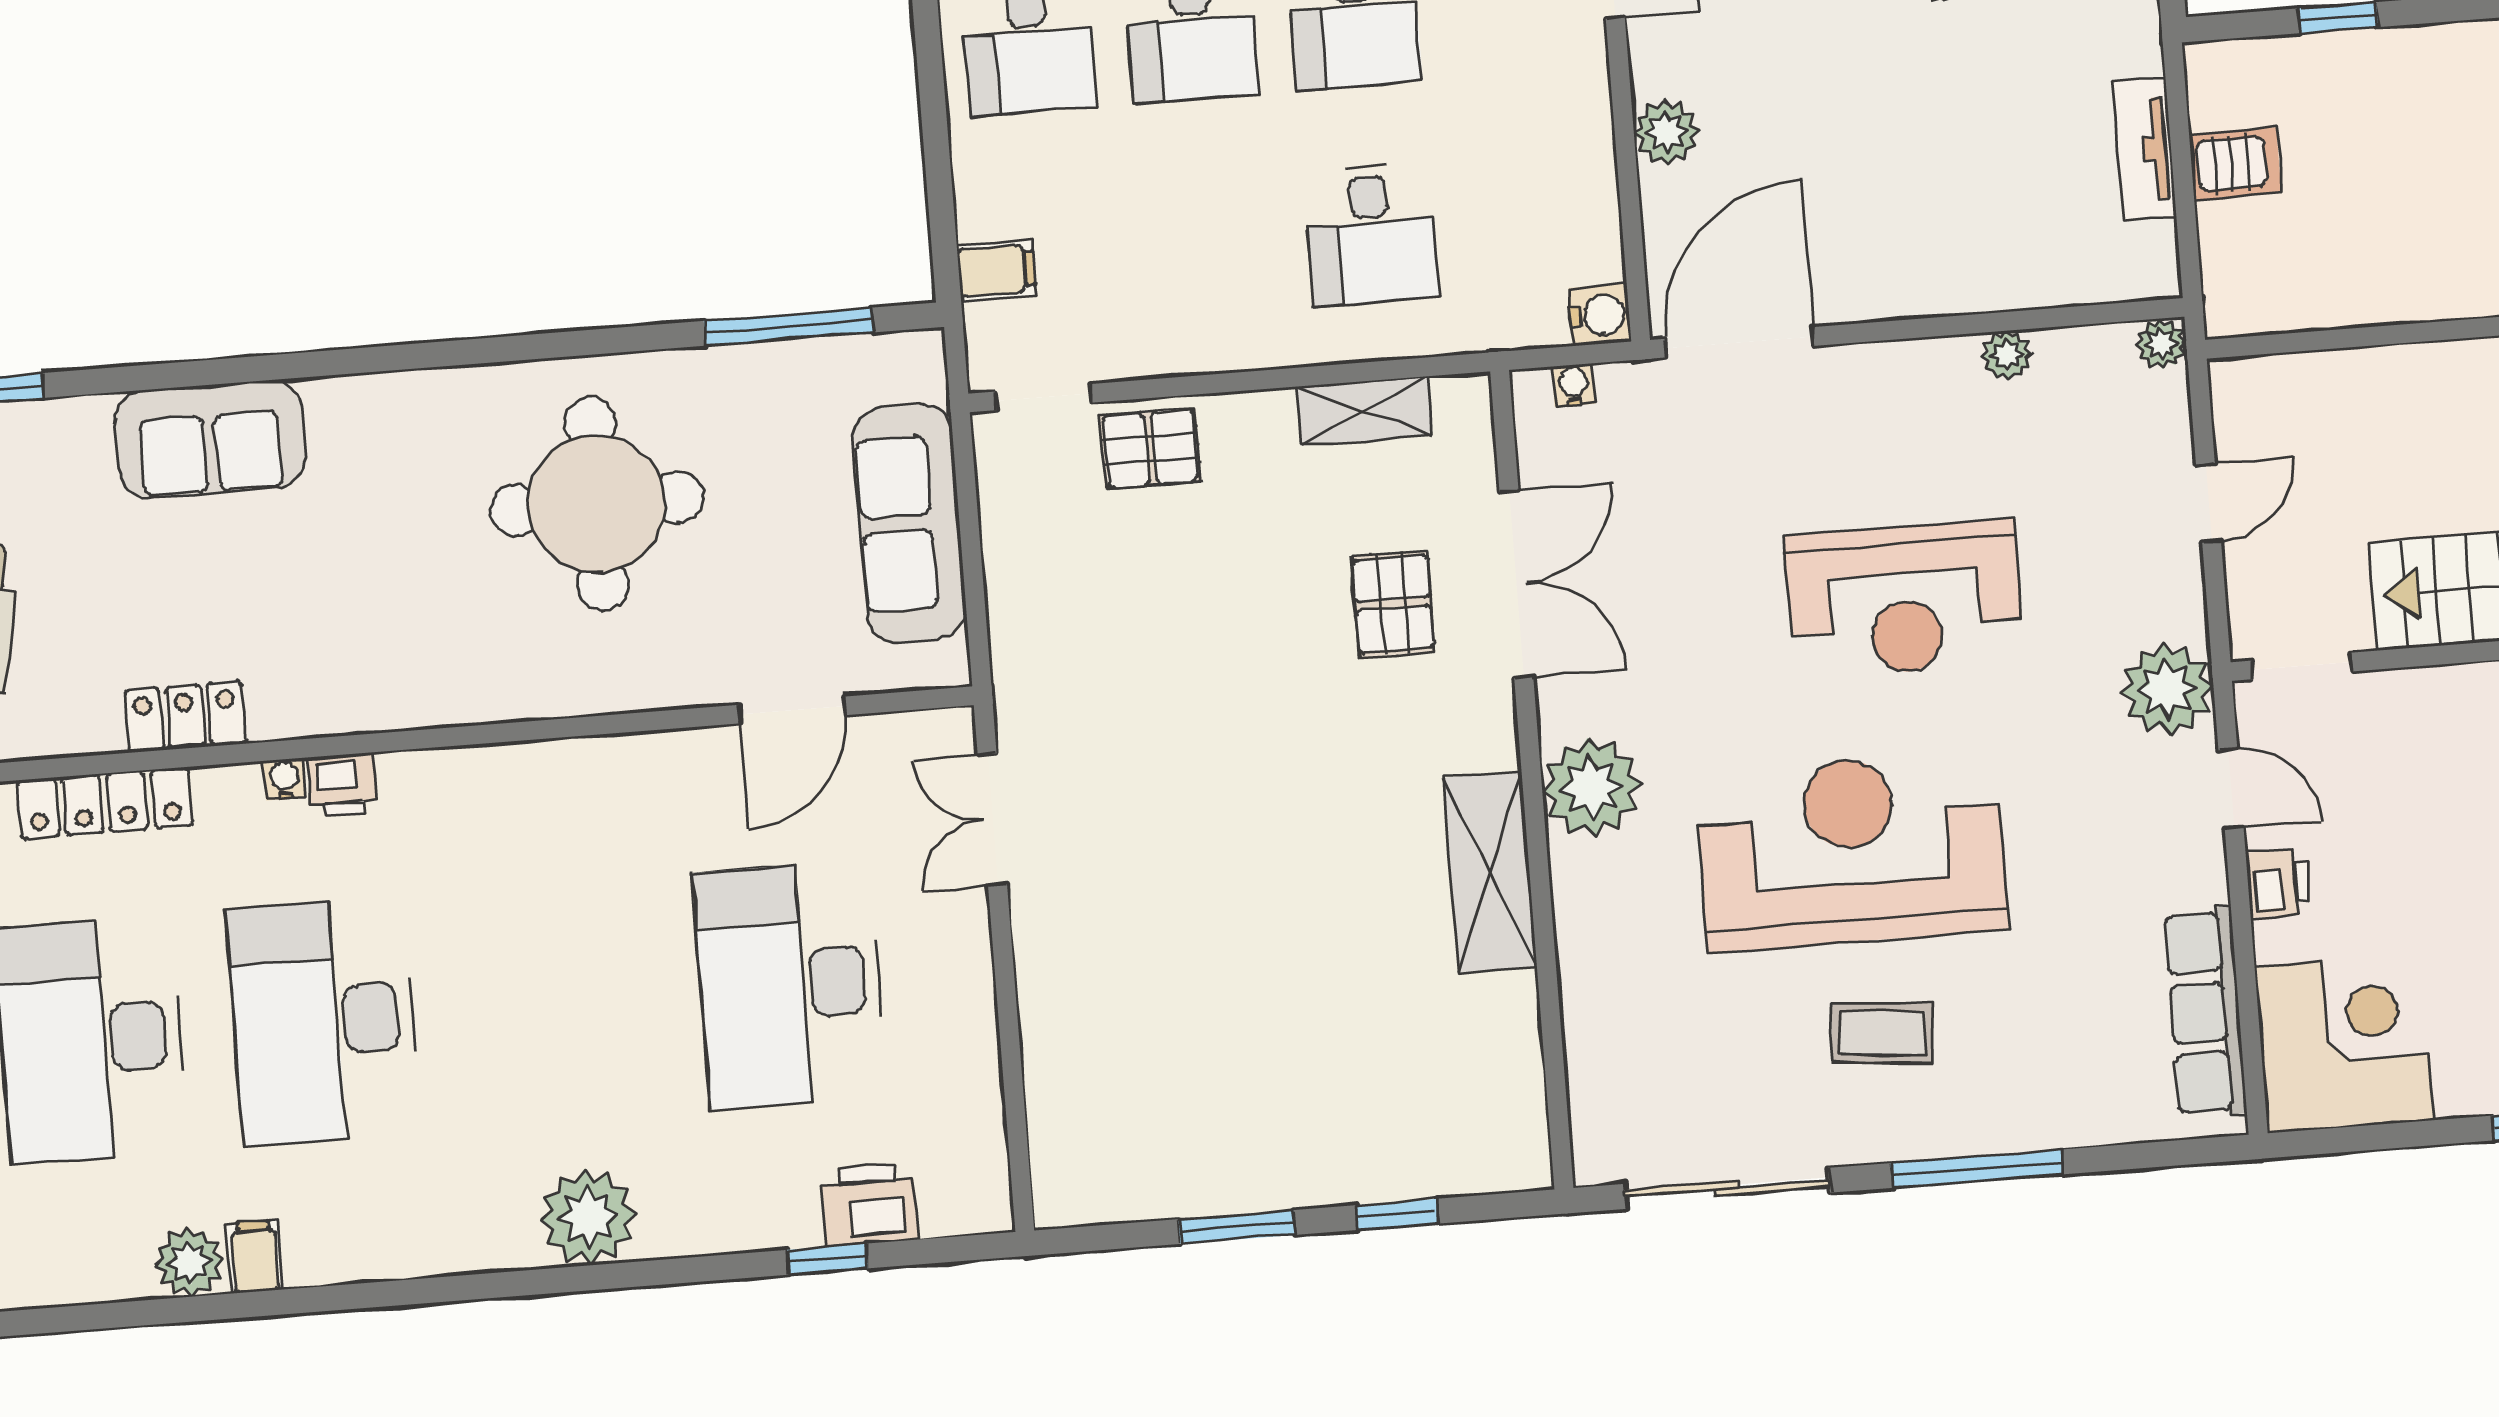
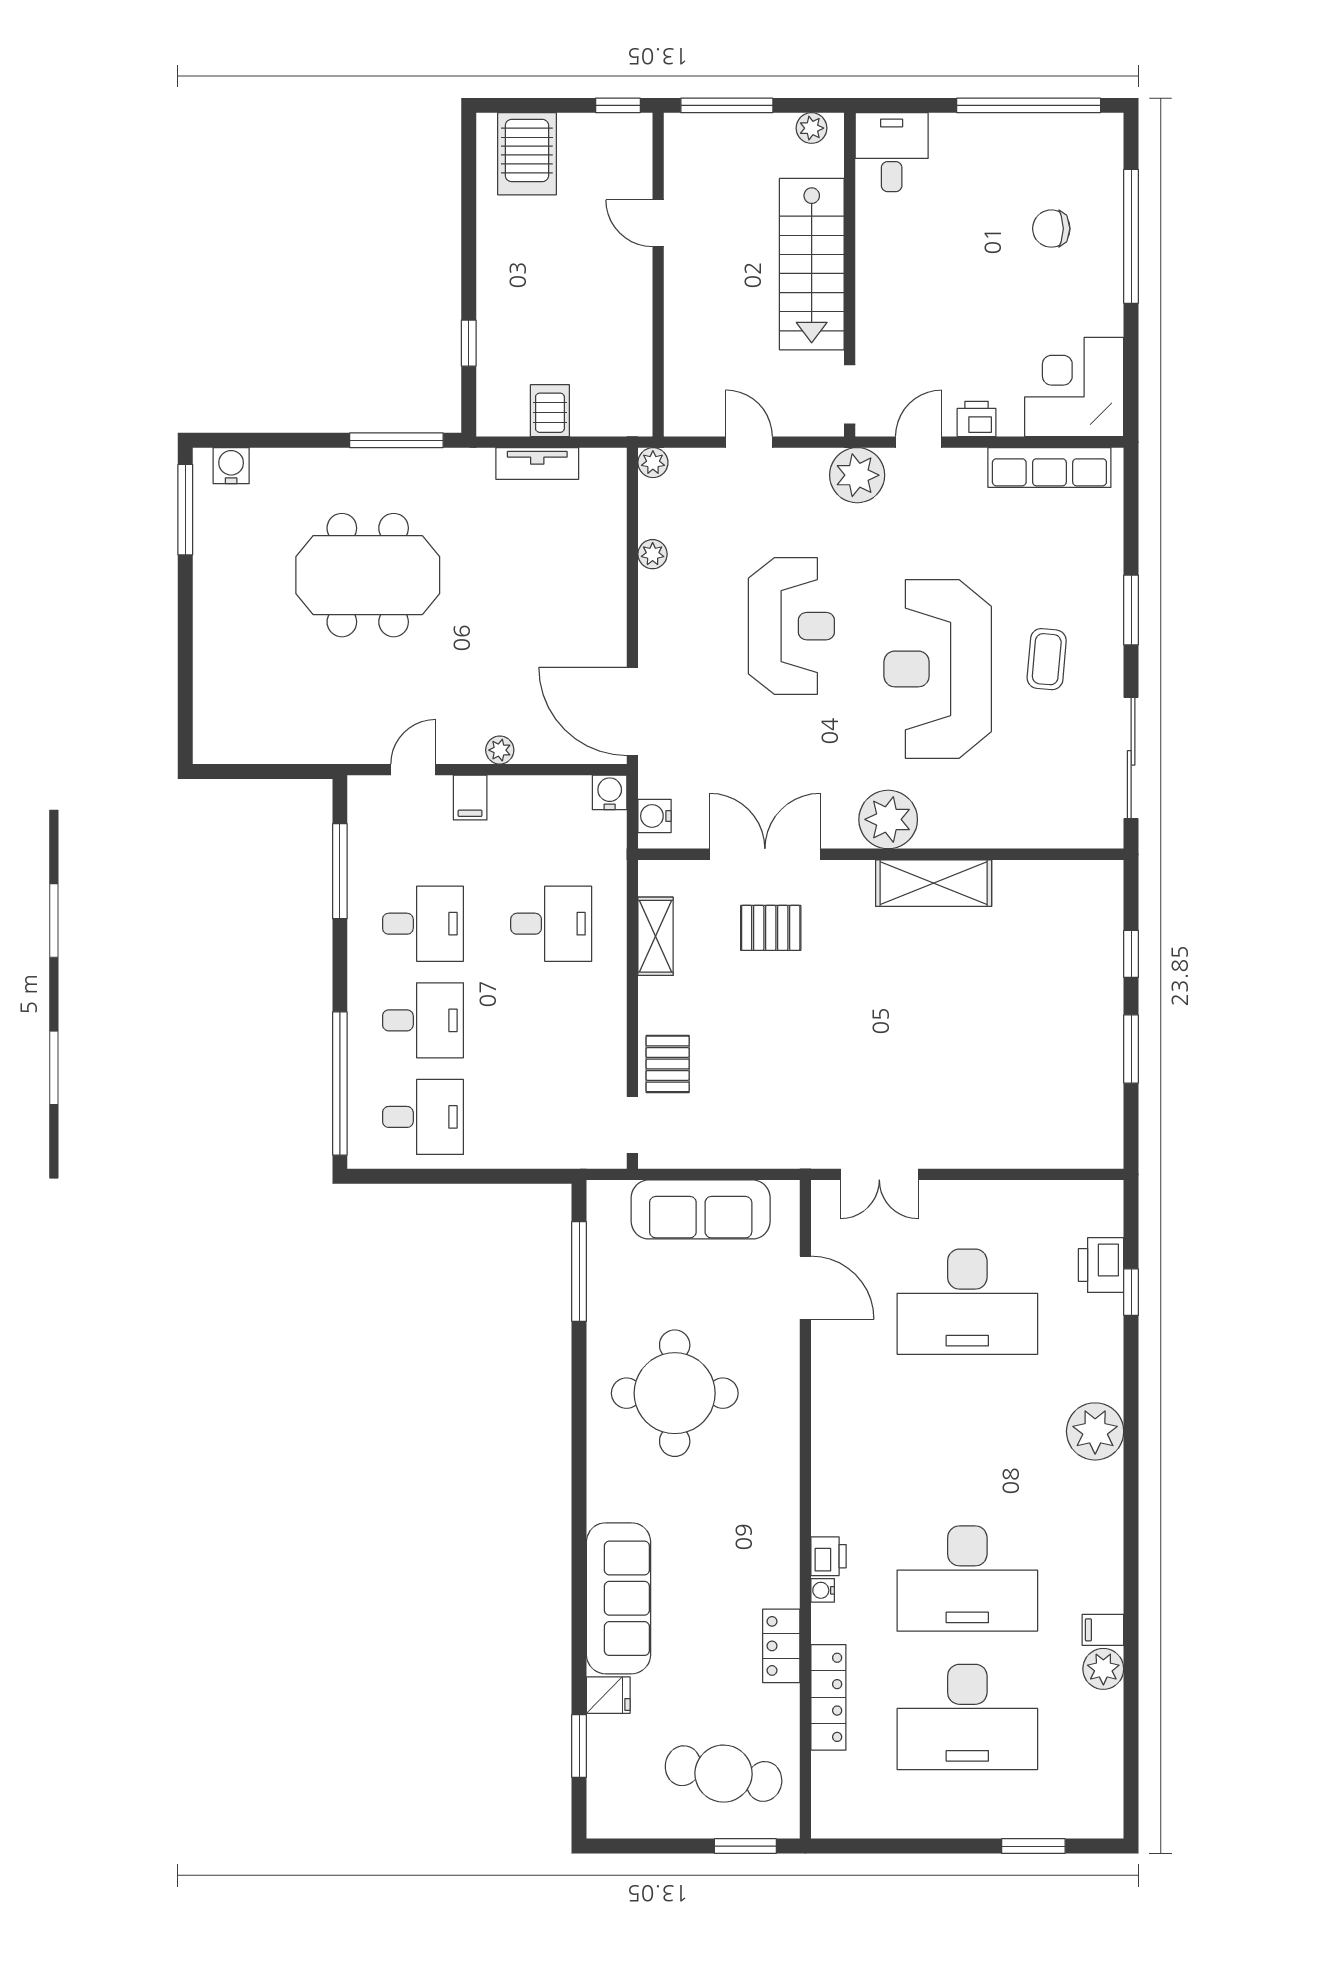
plant: (1666, 132) -> (500, 750), width x0.73, depth x0.73
filing cabinet: (996, 270) -> (470, 798), moved, turned 180
water cooler: (1573, 385) -> (655, 816), width x1.38, depth x1.38
fridge: (80, 432) -> (608, 1695), added
sofa: (210, 439) -> (619, 1598), width x1.36
window: (1976, 1169) -> (1131, 610), width x0.69

